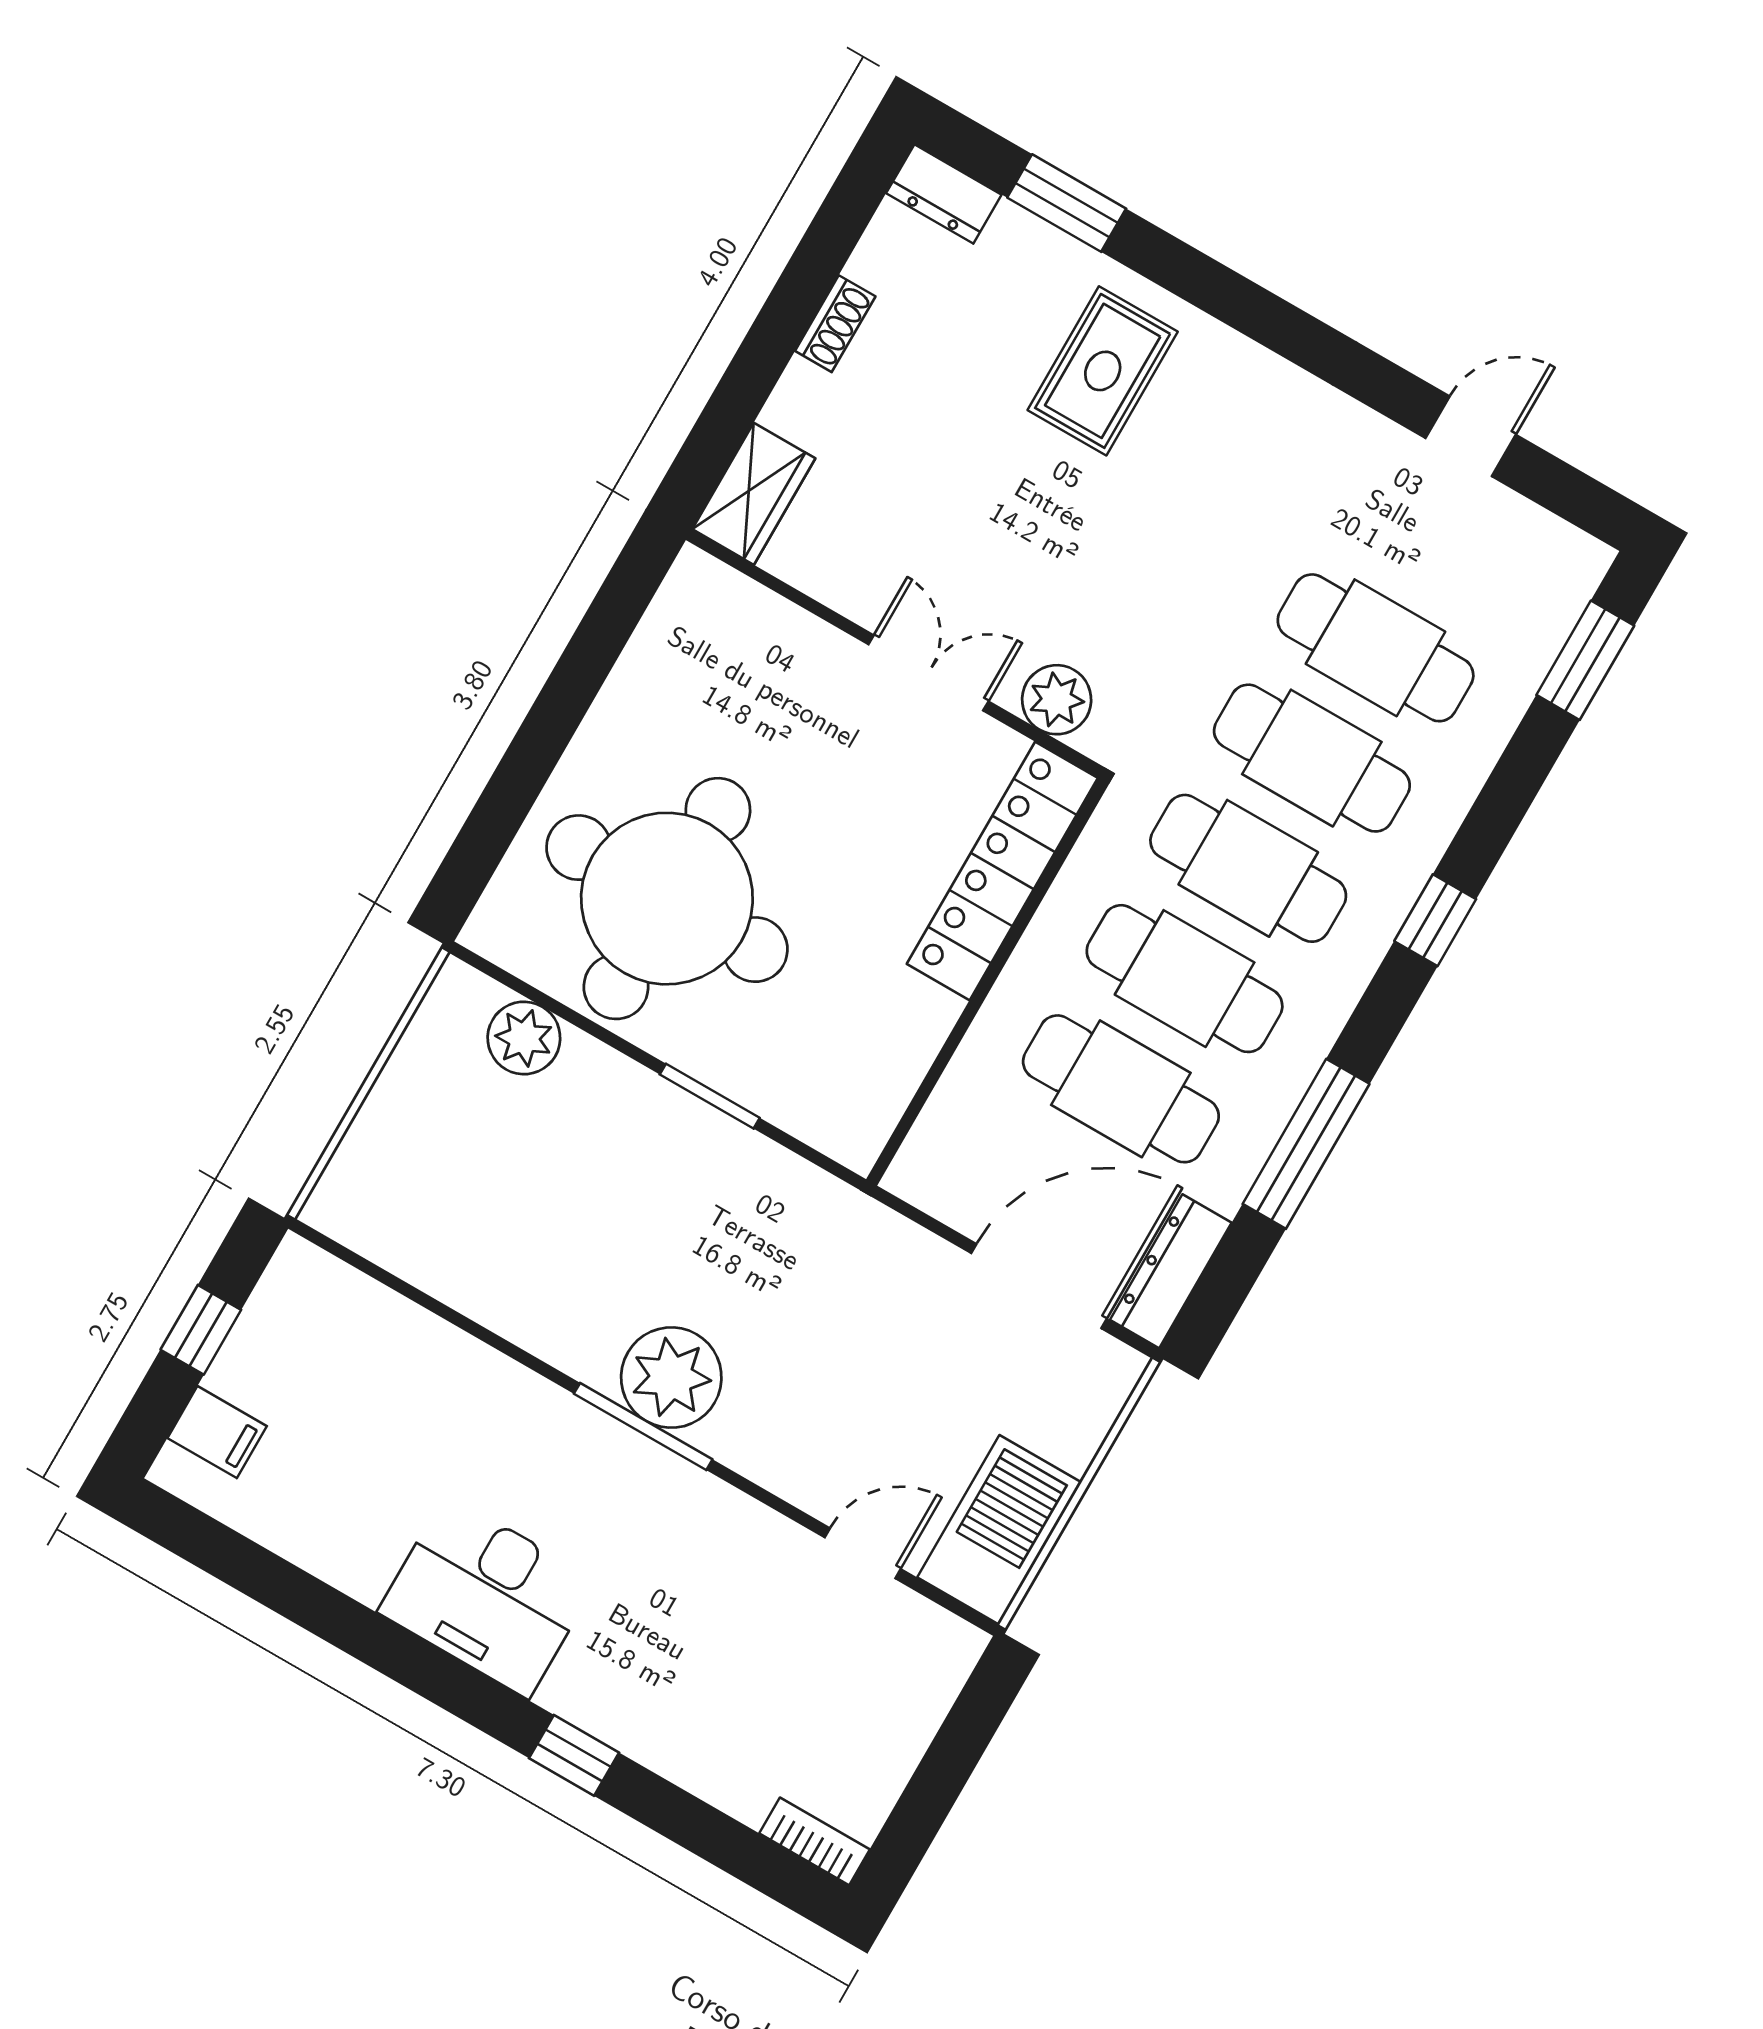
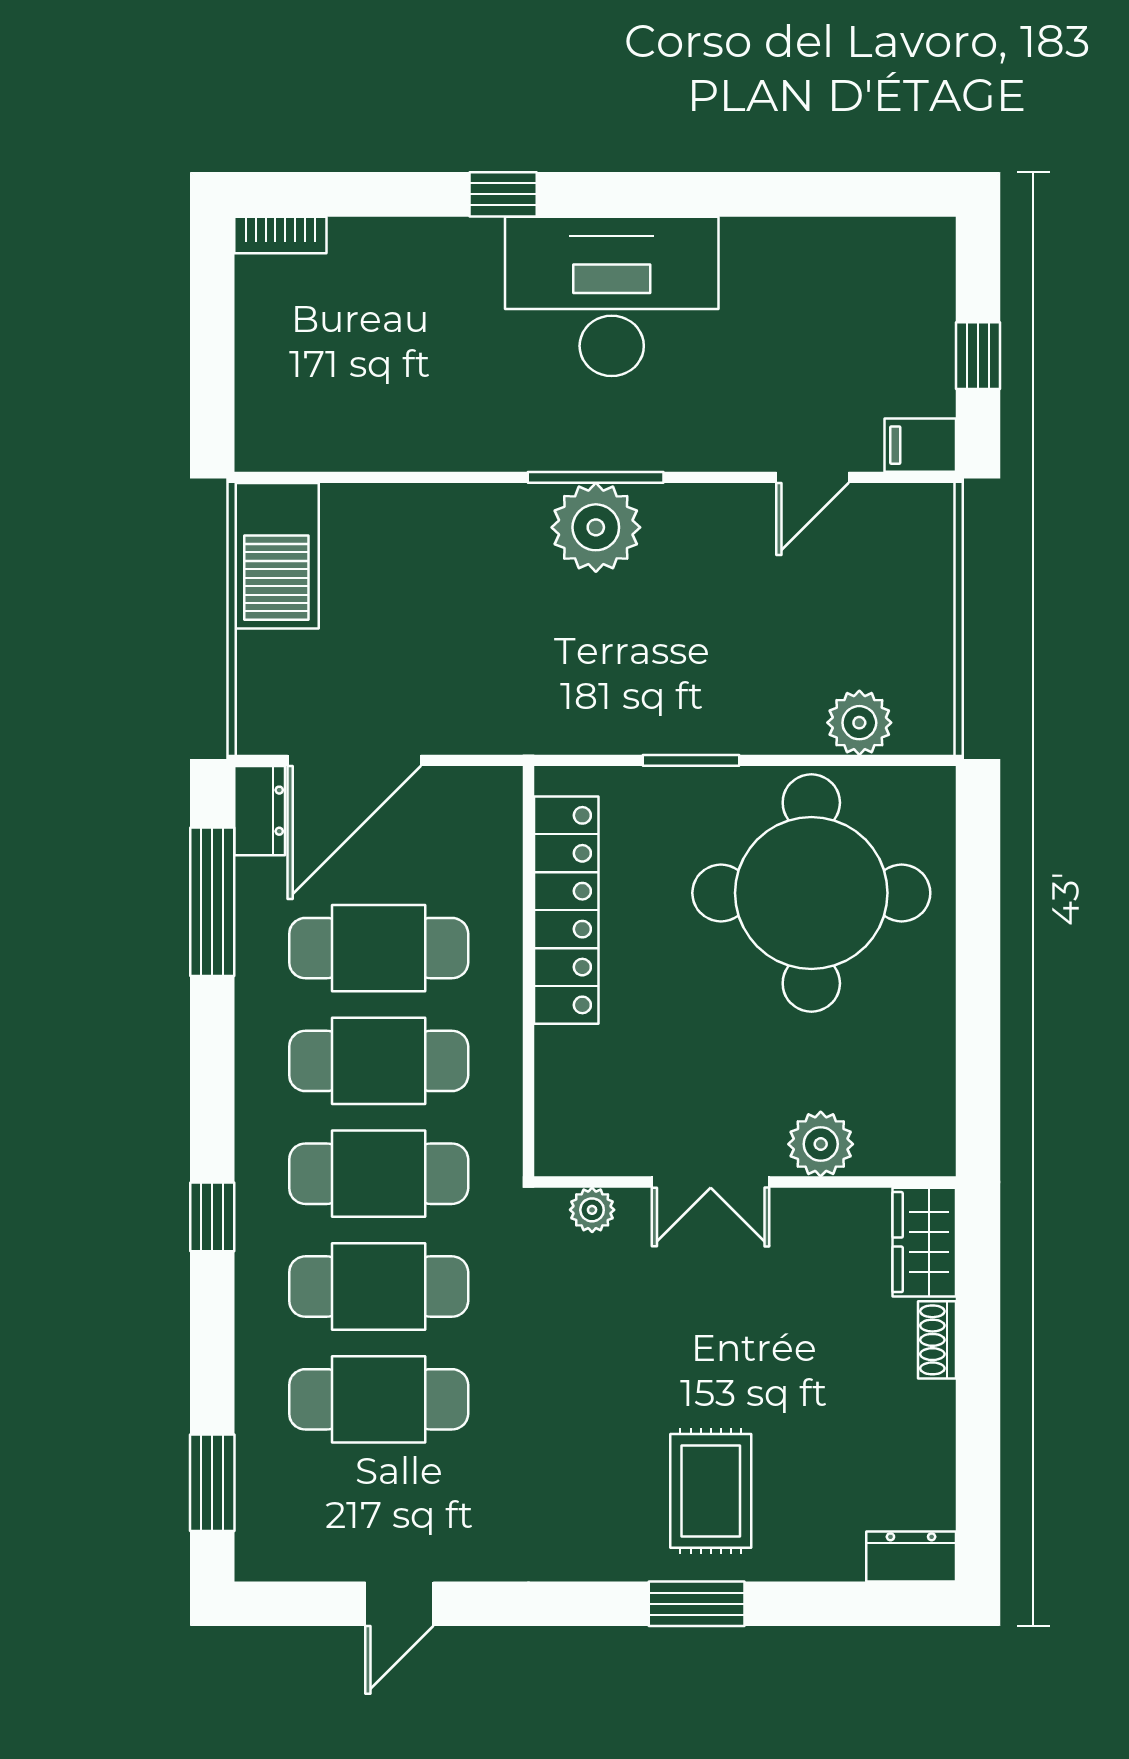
window: (1067, 203) -> (697, 1604), moved
shoe rack: (835, 324) -> (937, 1340), moved
plant: (799, 648) -> (821, 1144), added
plant: (1057, 700) -> (592, 1210), width x0.73, depth x0.73
locker: (1002, 871) -> (566, 910), moved
window: (1306, 1144) -> (212, 902), moved
dresser: (1171, 1271) -> (260, 811), width x0.70
filing cabinet: (217, 1432) -> (920, 445), moved
door: (863, 1553) -> (813, 477), moved
desk: (487, 1596) -> (612, 296), width x1.36, depth x1.30

